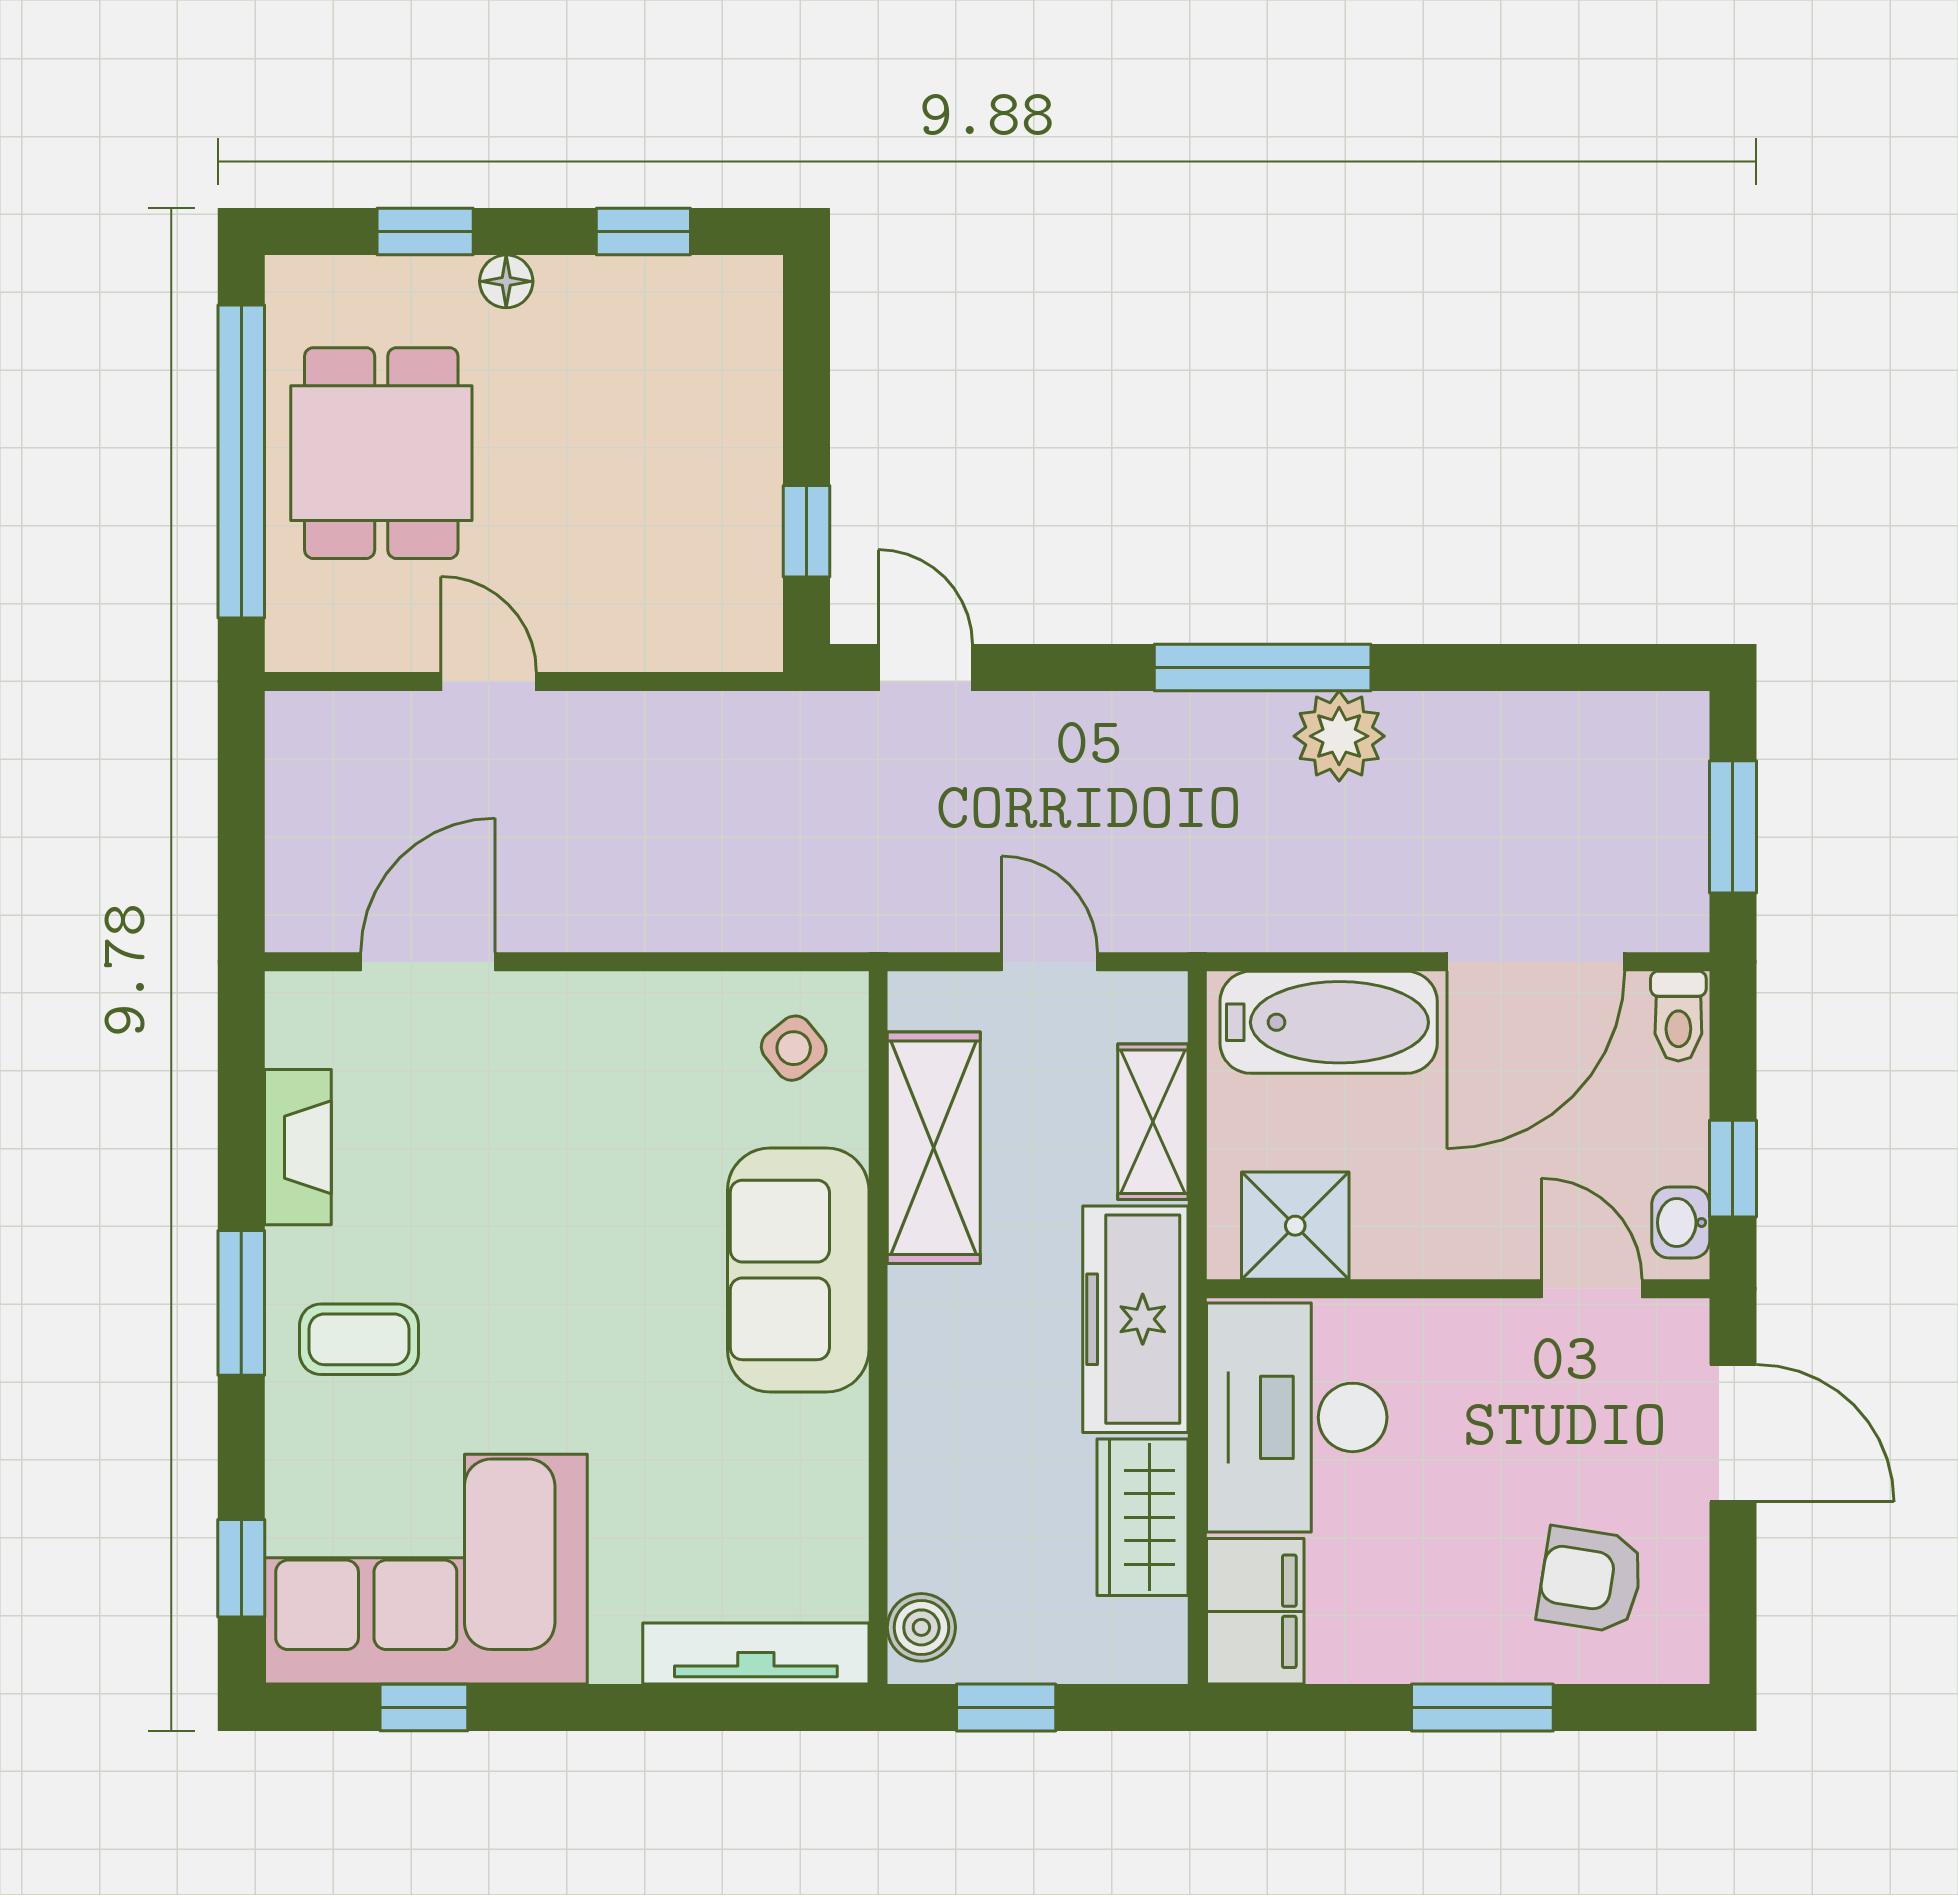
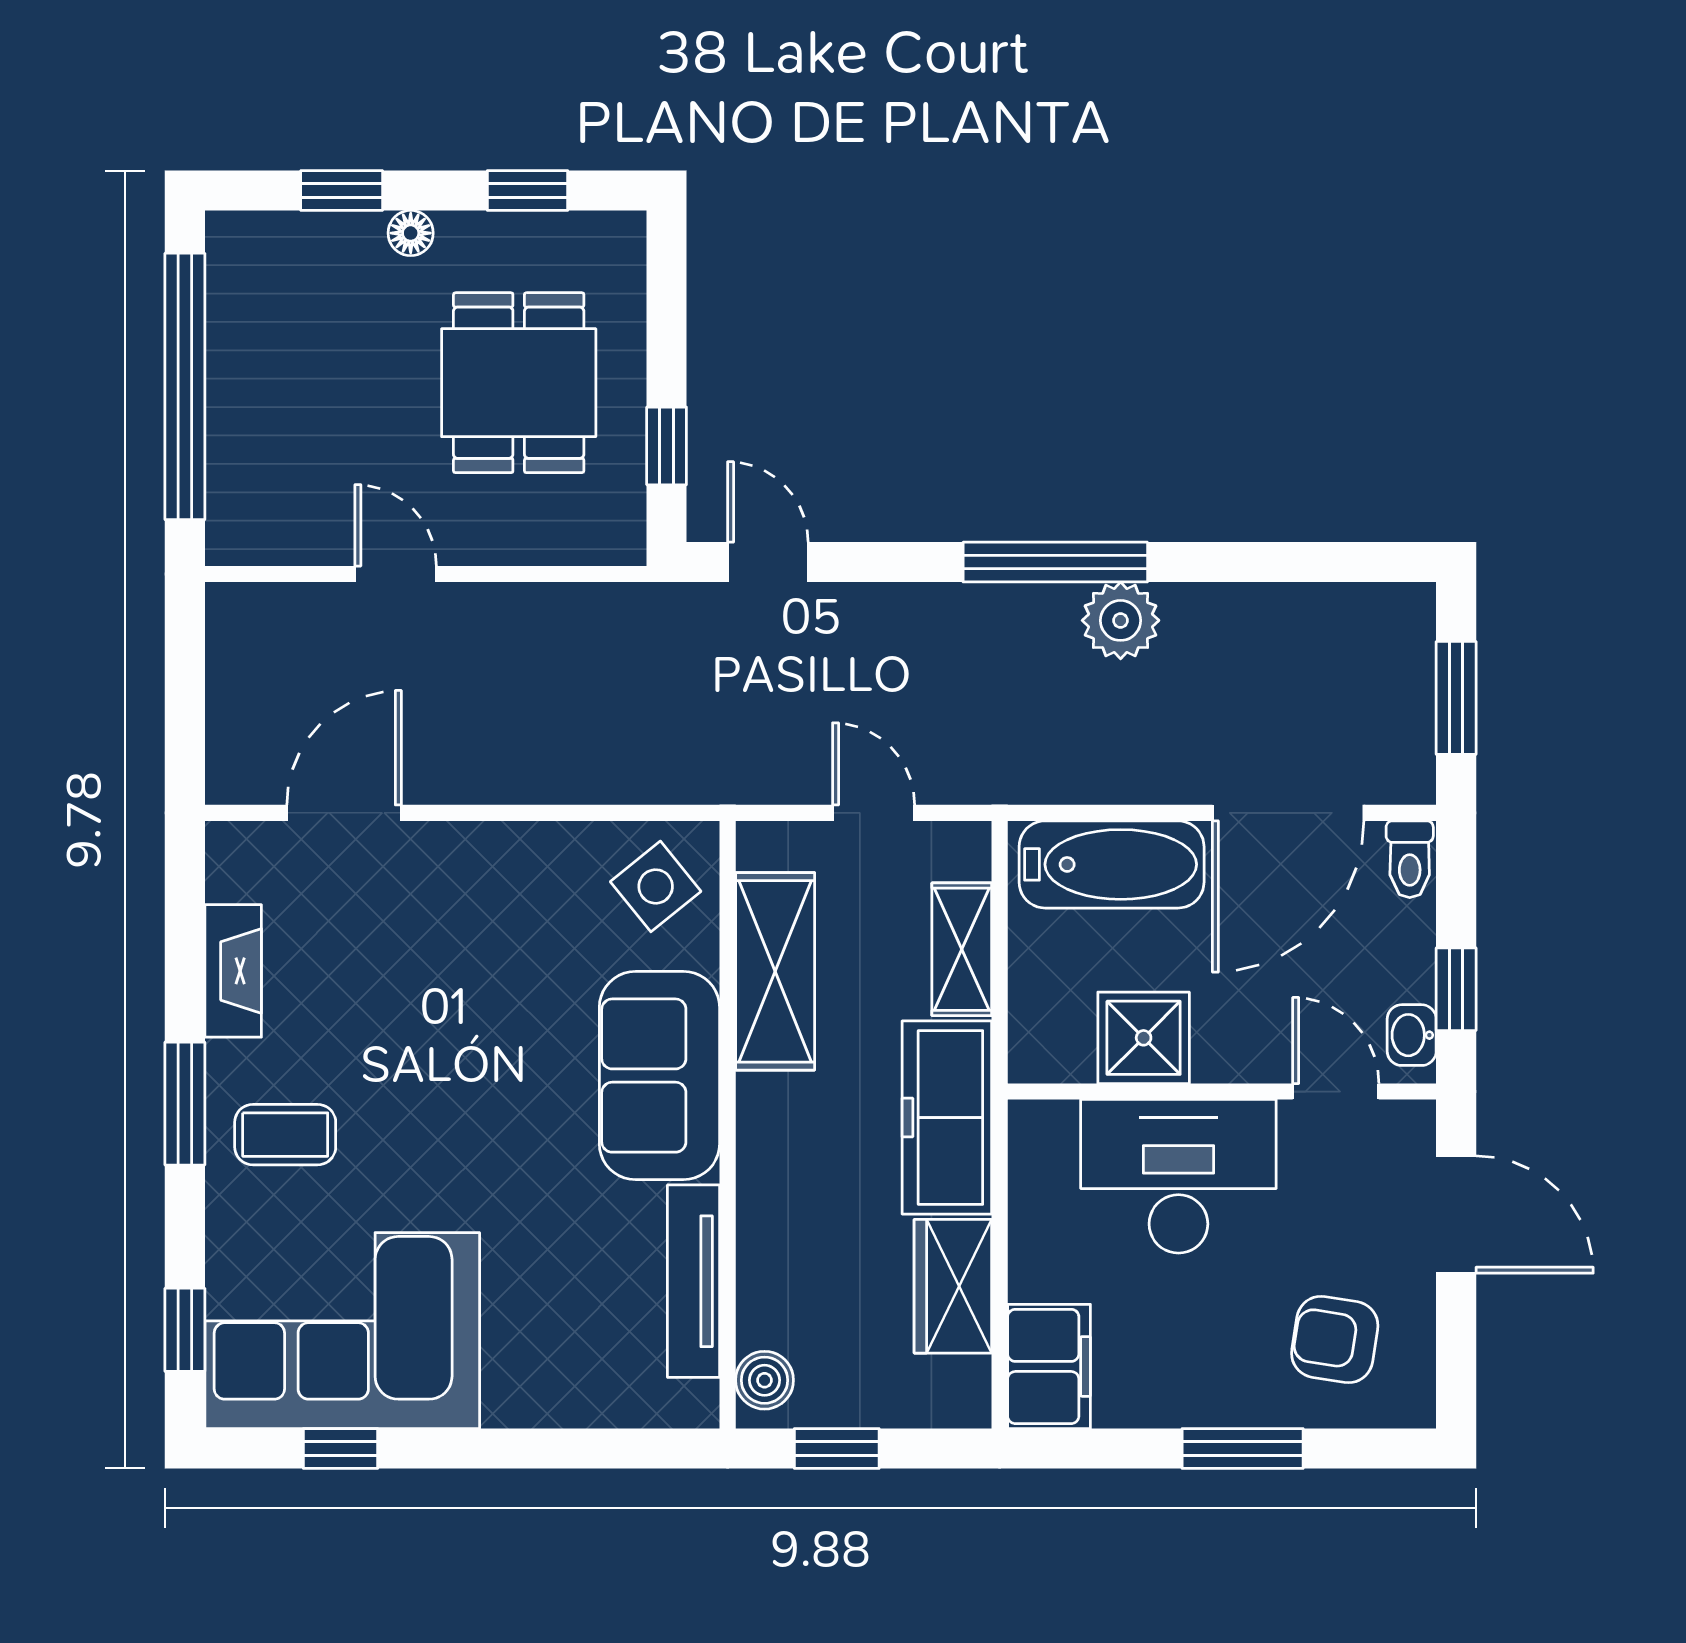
dining table: (381, 453) -> (519, 383), moved
side table: (794, 1048) -> (656, 886), width x1.37, depth x1.37
shower: (1295, 1226) -> (1144, 1038), moved
desk: (1297, 1417) -> (1178, 1176), moved, turned 90
tv unit: (756, 1654) -> (694, 1281), moved, turned -90

